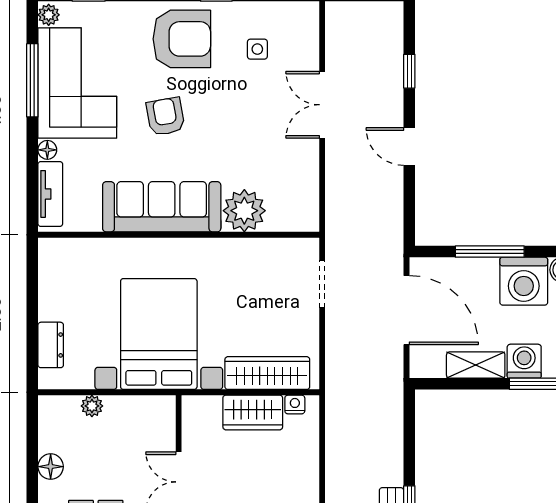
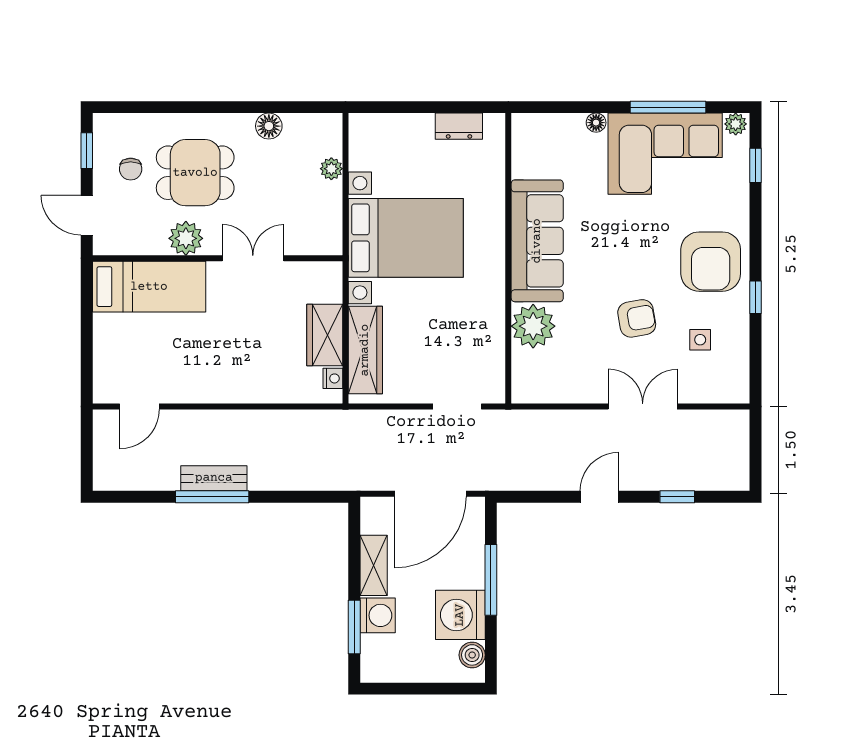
armchair: (165, 117) -> (637, 318), moved
tv unit: (50, 194) -> (550, 126), removed
dresser: (51, 345) -> (459, 126), moved

